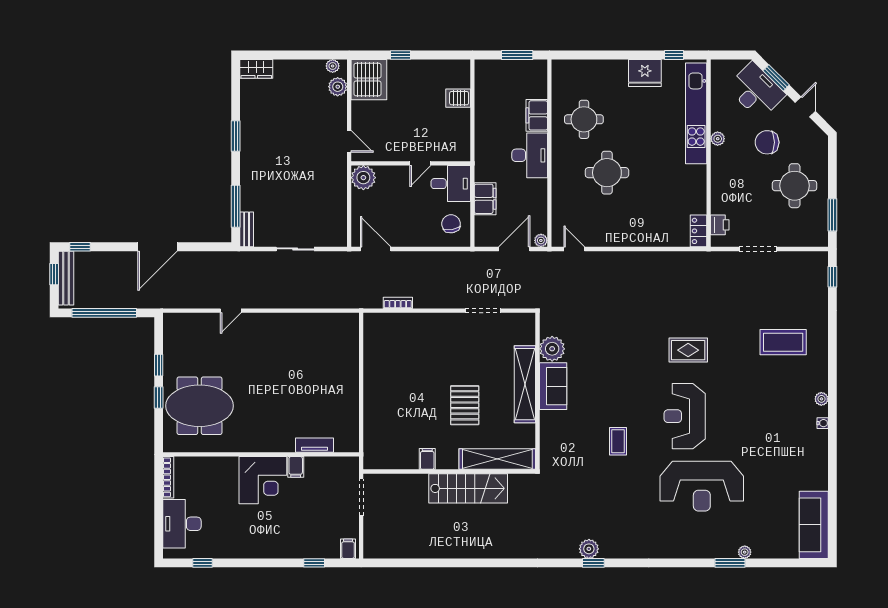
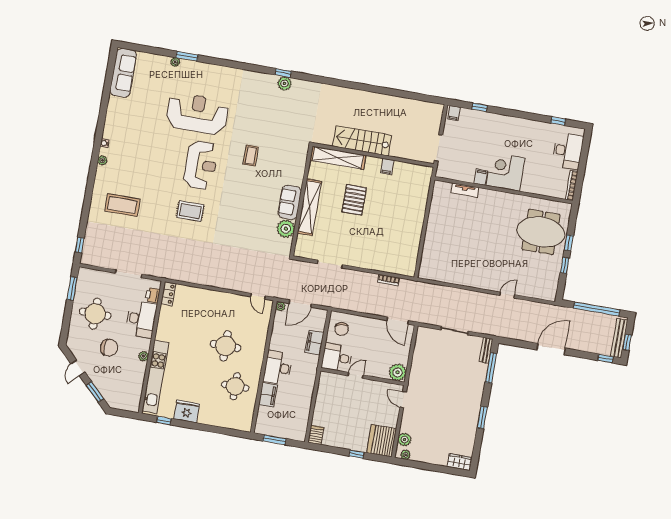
desk: (756, 91) -> (141, 319), moved, turned -135
server rack: (458, 98) -> (316, 435), moved, turned -90

